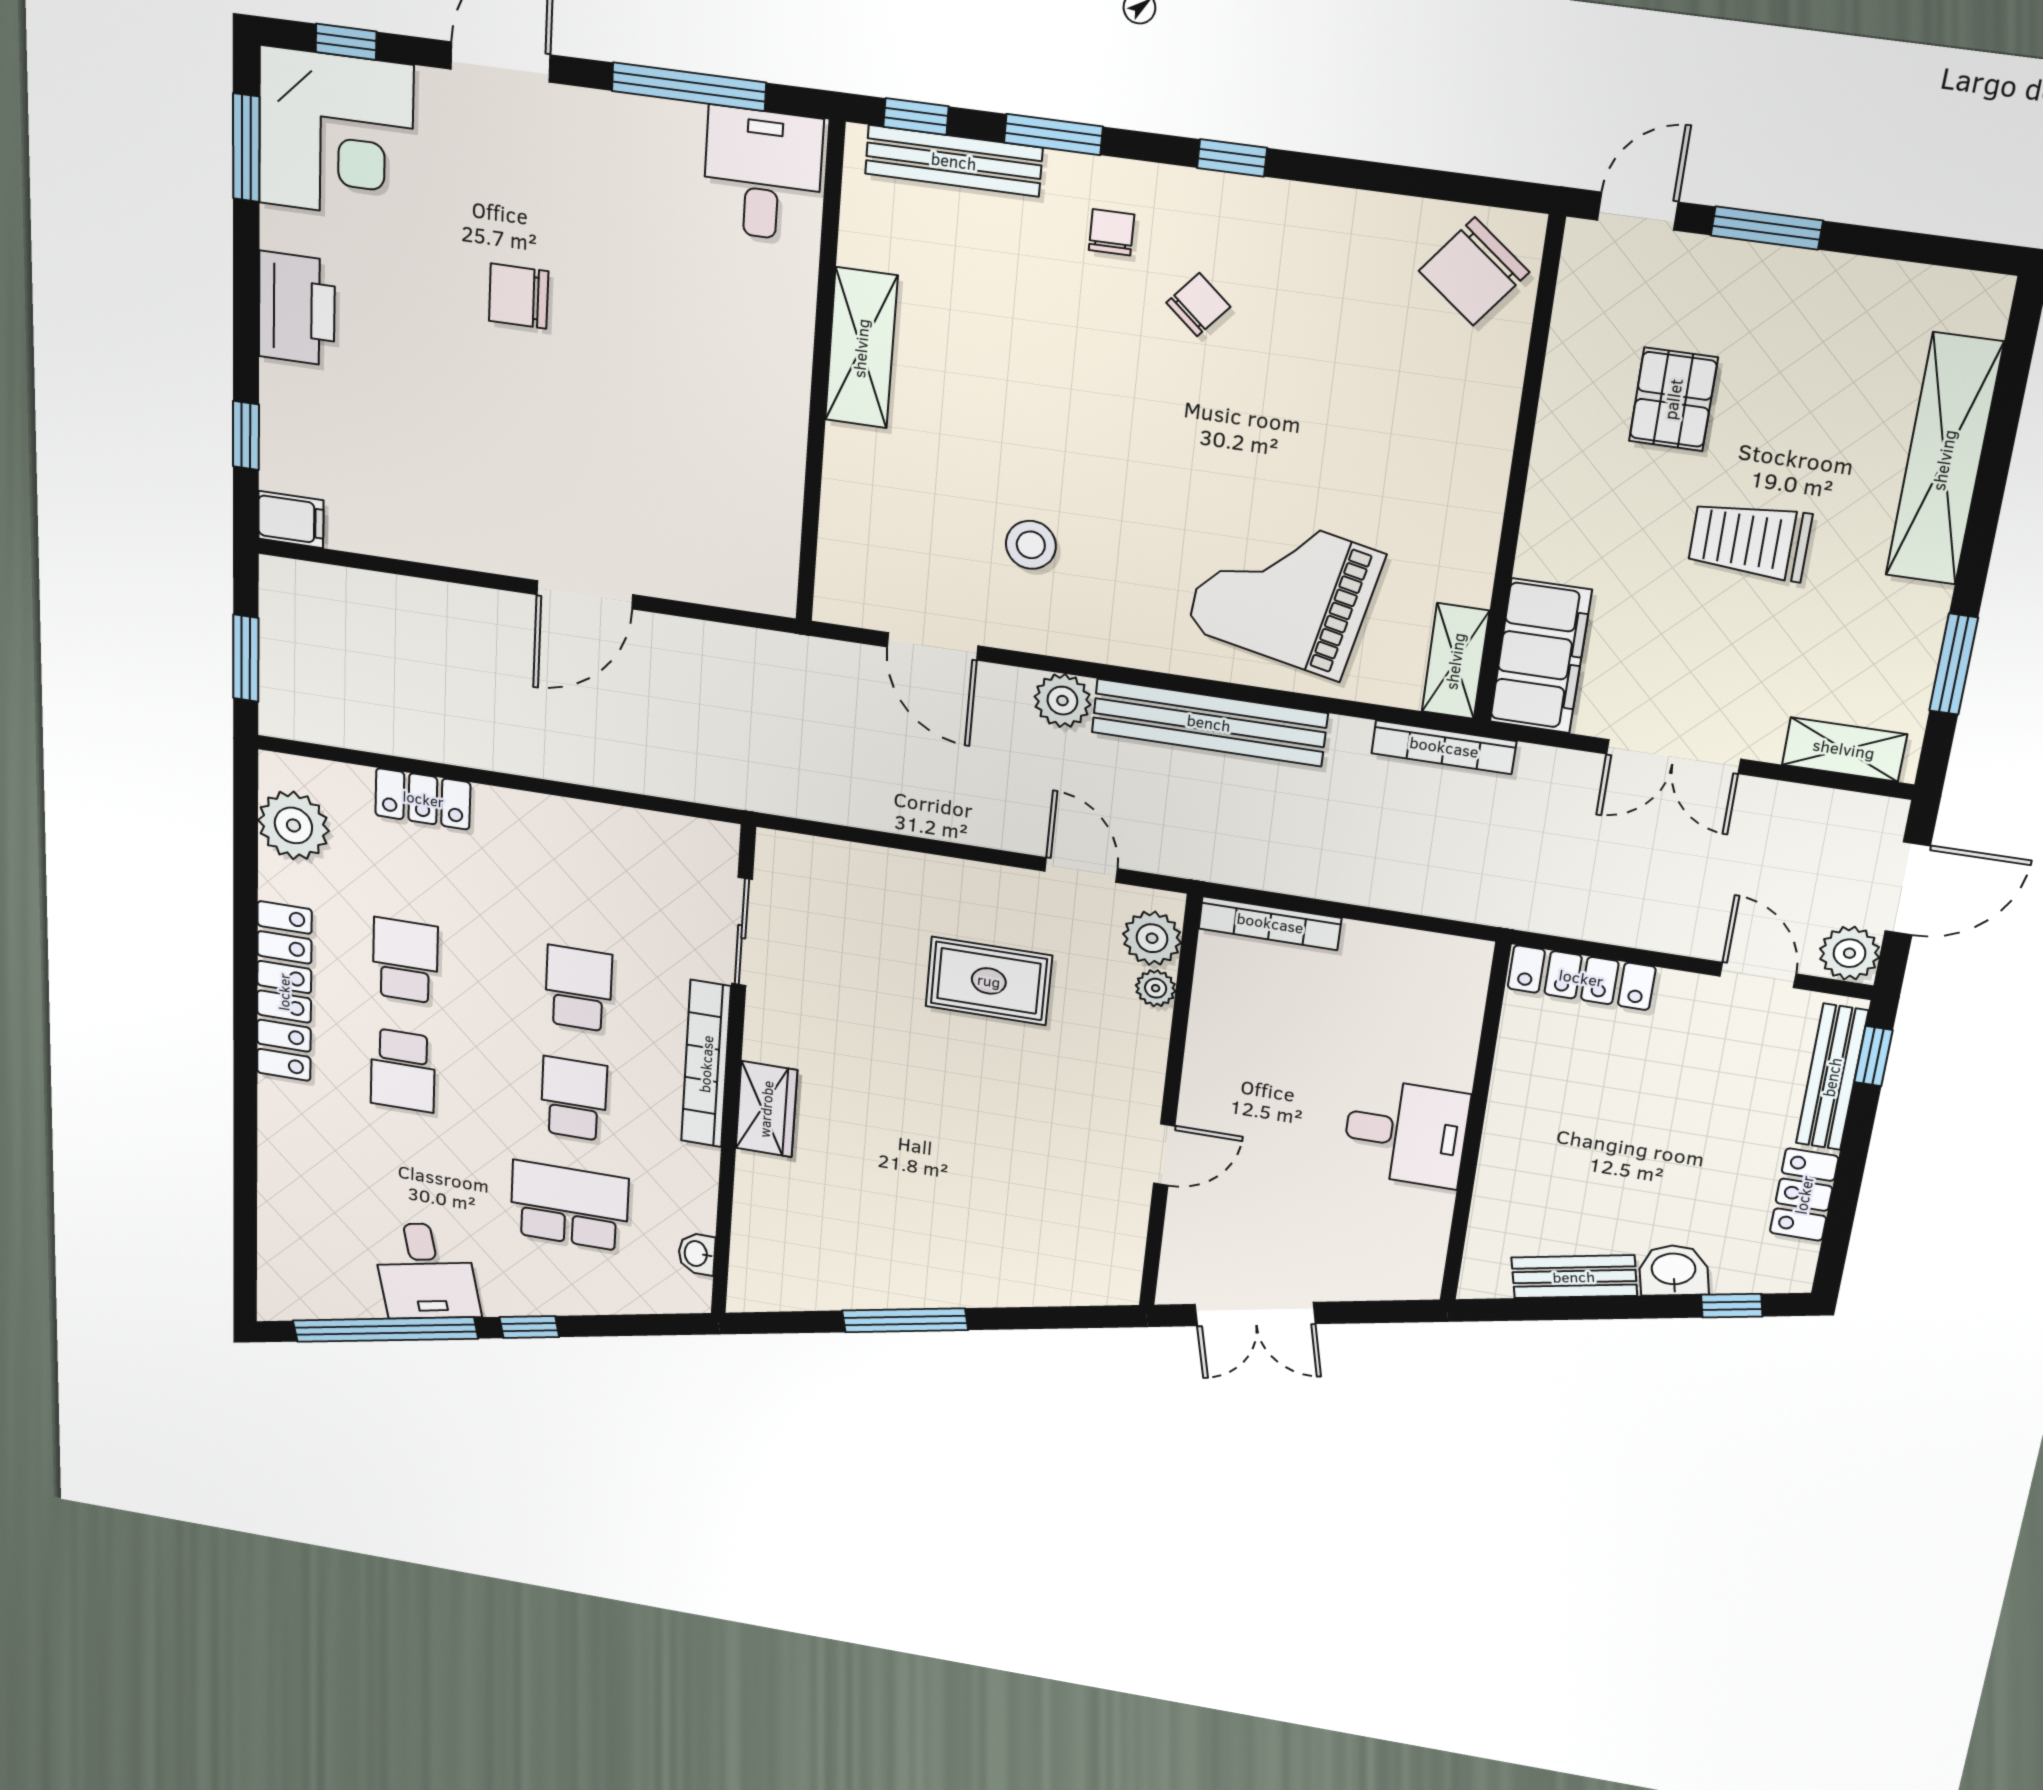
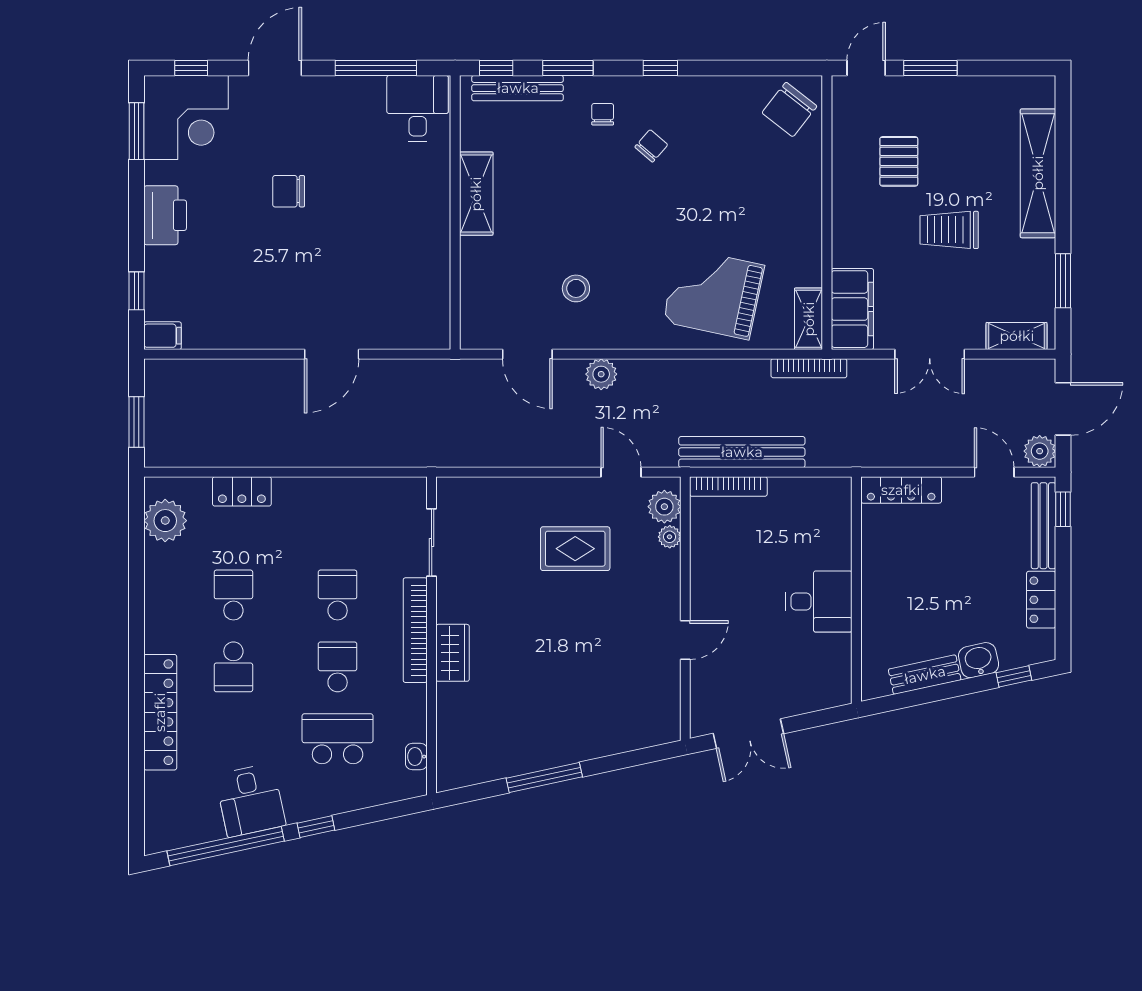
bench: (1209, 723) -> (742, 452), moved
locker: (284, 992) -> (160, 712), moved

